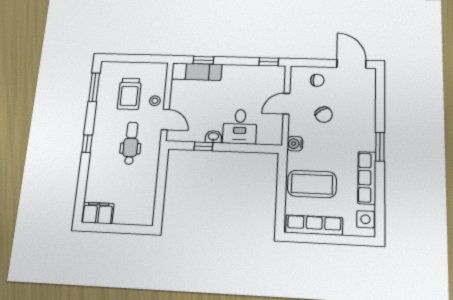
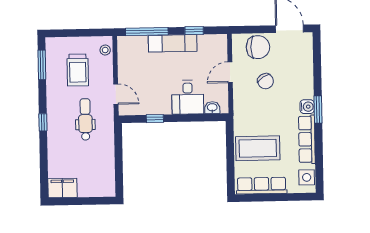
window: (203, 60) -> (147, 32), width x2.17
window: (269, 62) -> (194, 31), moved
exam couch: (197, 72) -> (173, 43), moved
chair: (317, 80) -> (258, 47), width x1.87, depth x1.87
stool: (155, 101) -> (105, 50), moved
washbasin: (213, 137) -> (212, 108), moved
water cooler: (295, 144) -> (307, 107), moved, turned 180

